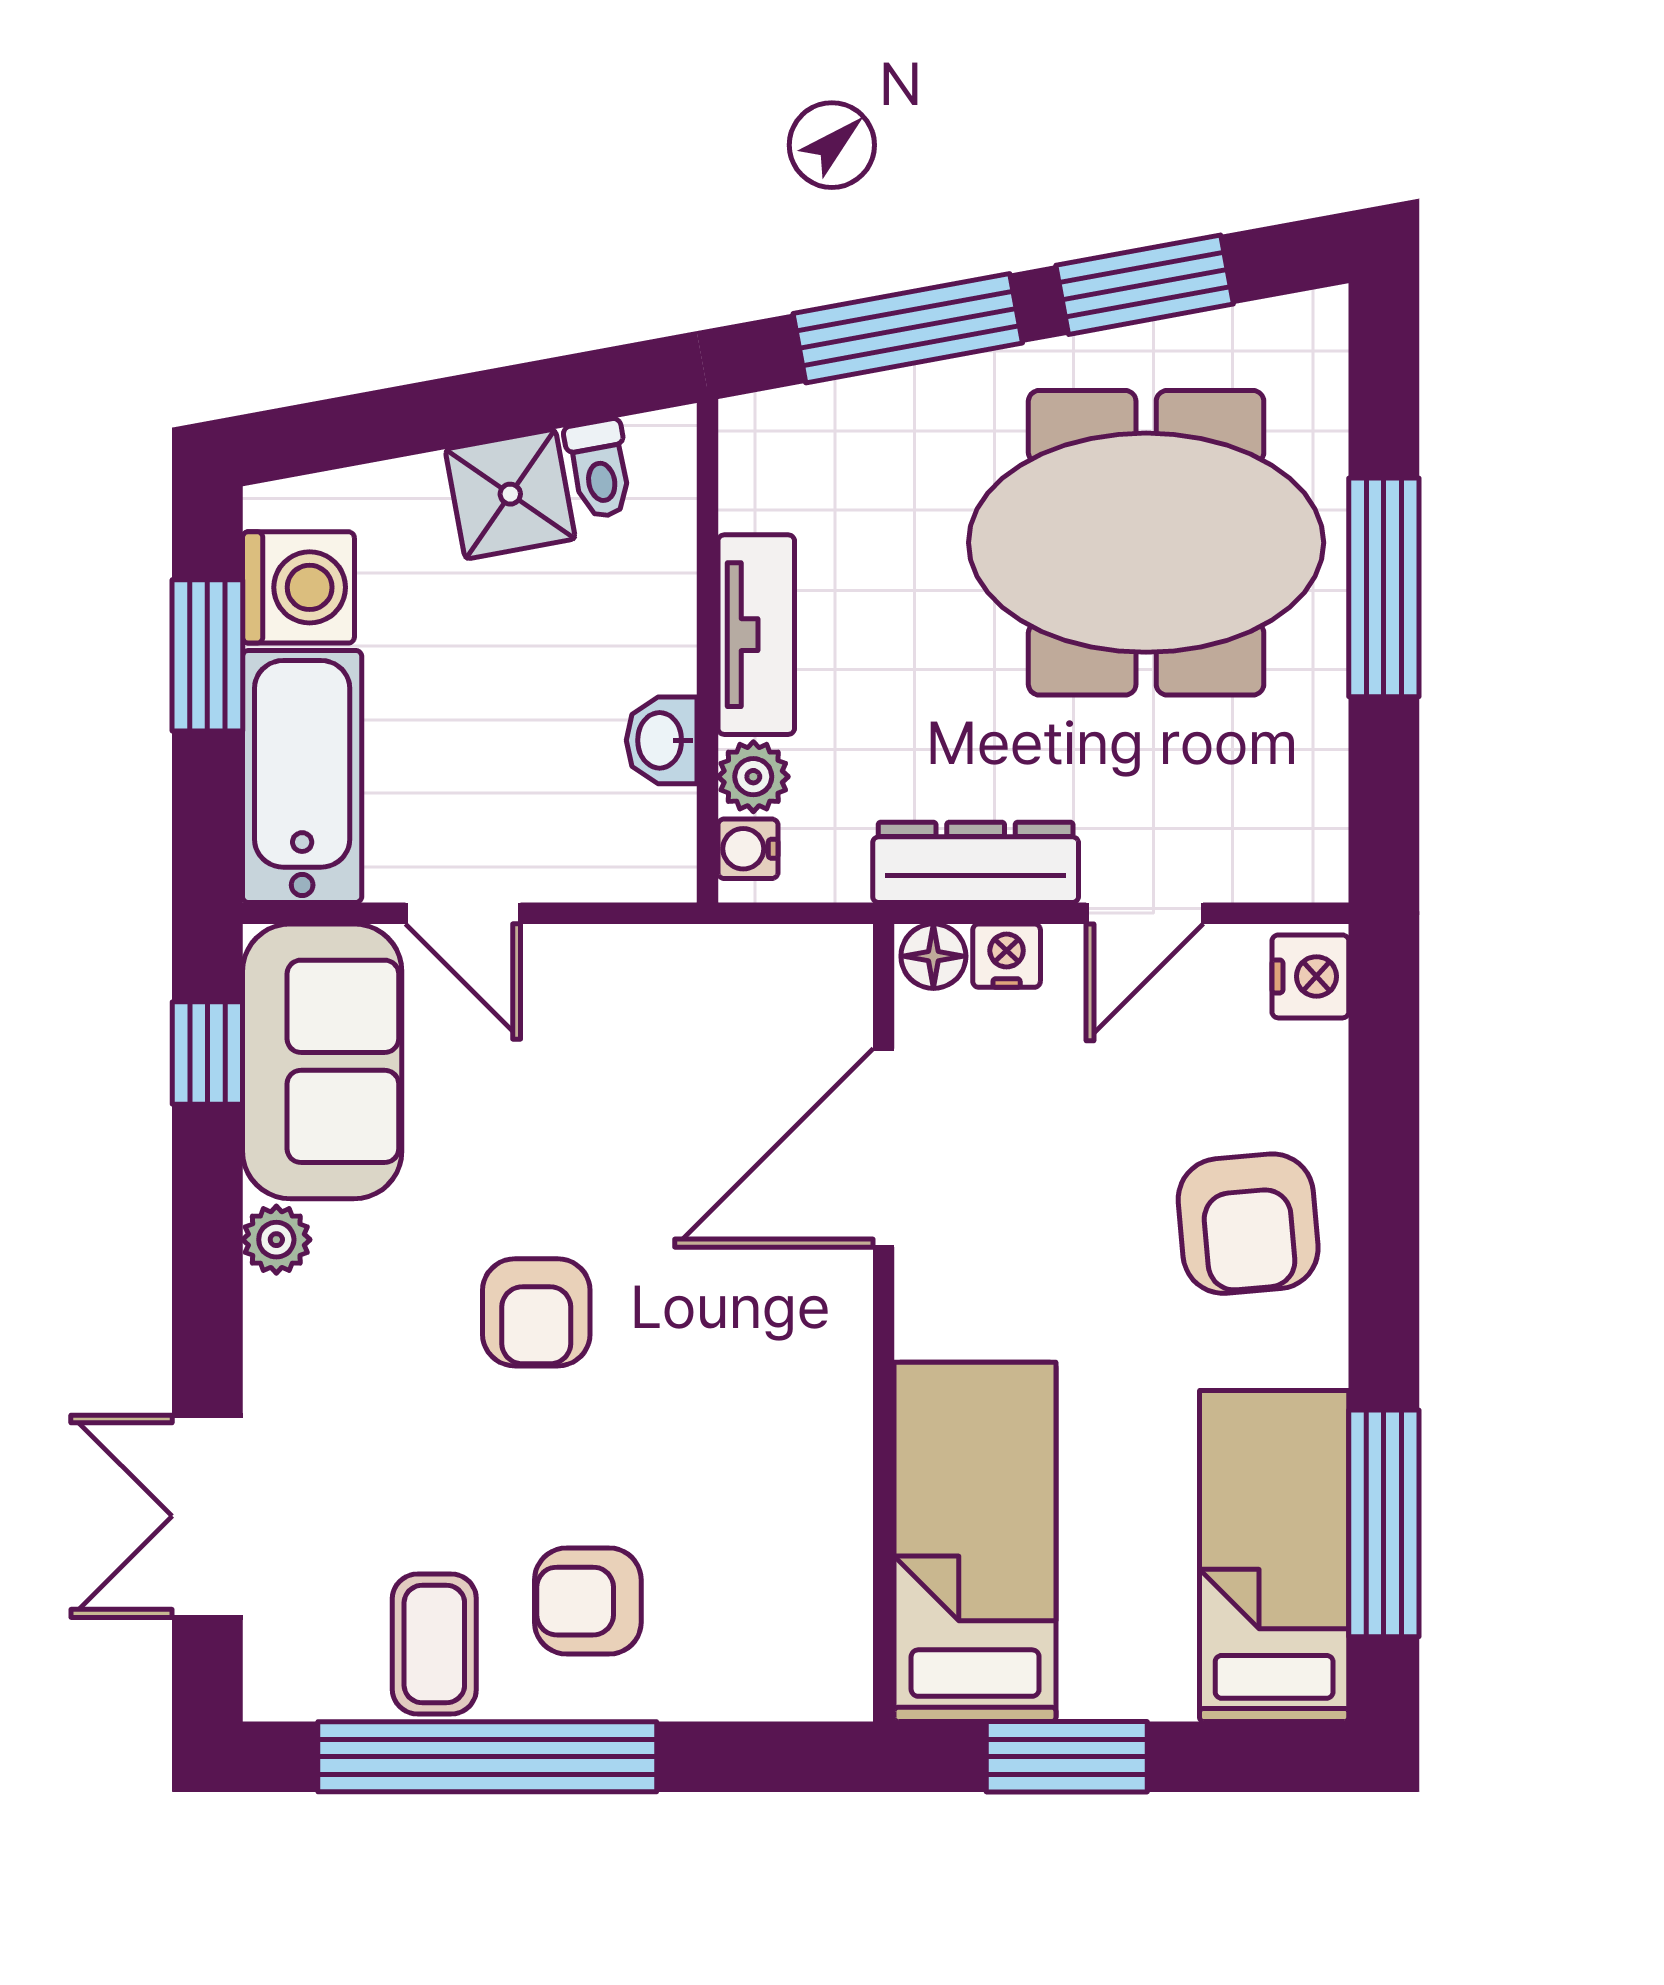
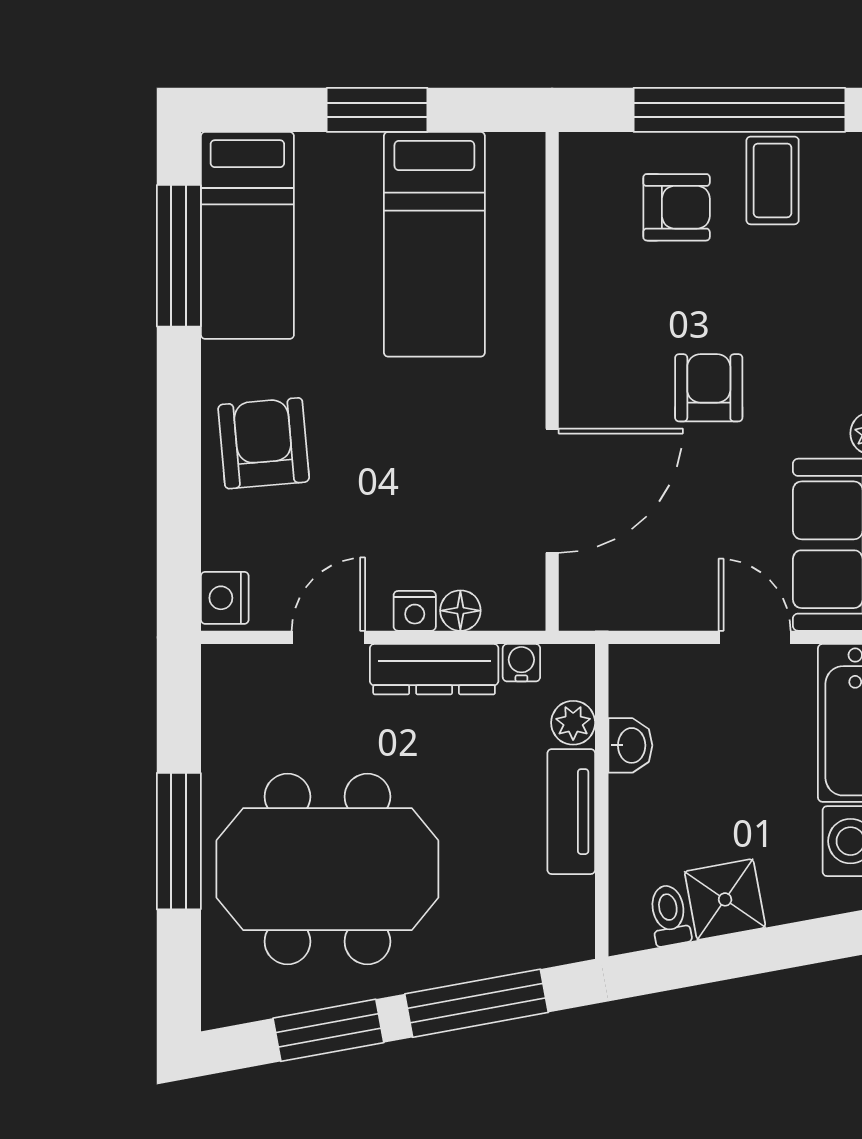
water cooler: (748, 849) -> (521, 663), moved, turned -90
door: (884, 1148) -> (552, 491), moved
wall: (884, 1323) -> (552, 381), moved

